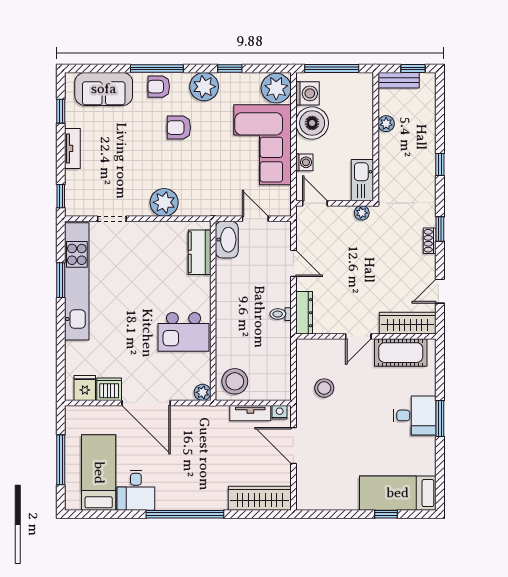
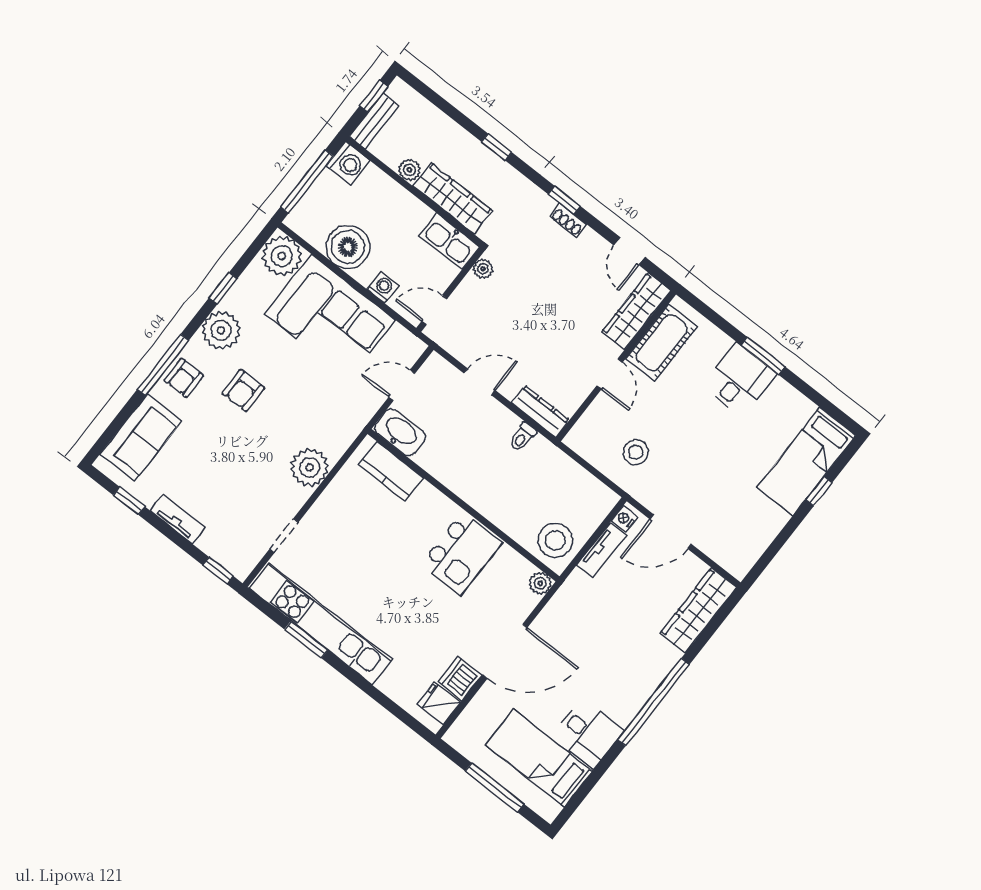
washing machine: (307, 93) -> (348, 163), moved, turned 90
wardrobe: (389, 162) -> (453, 198), added

